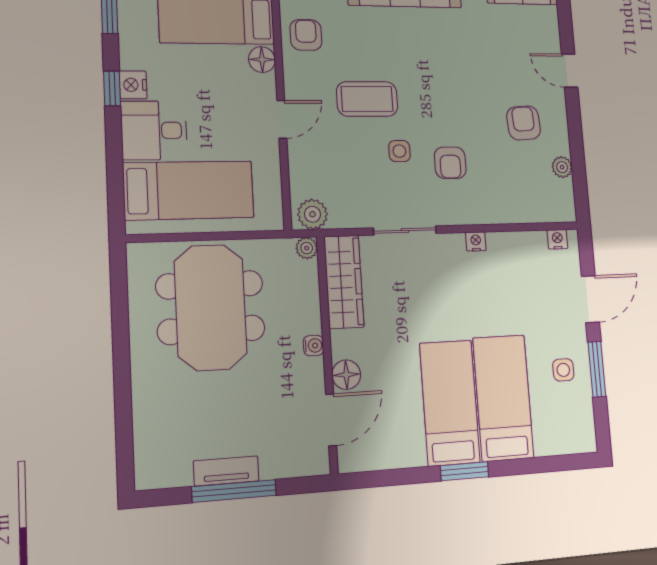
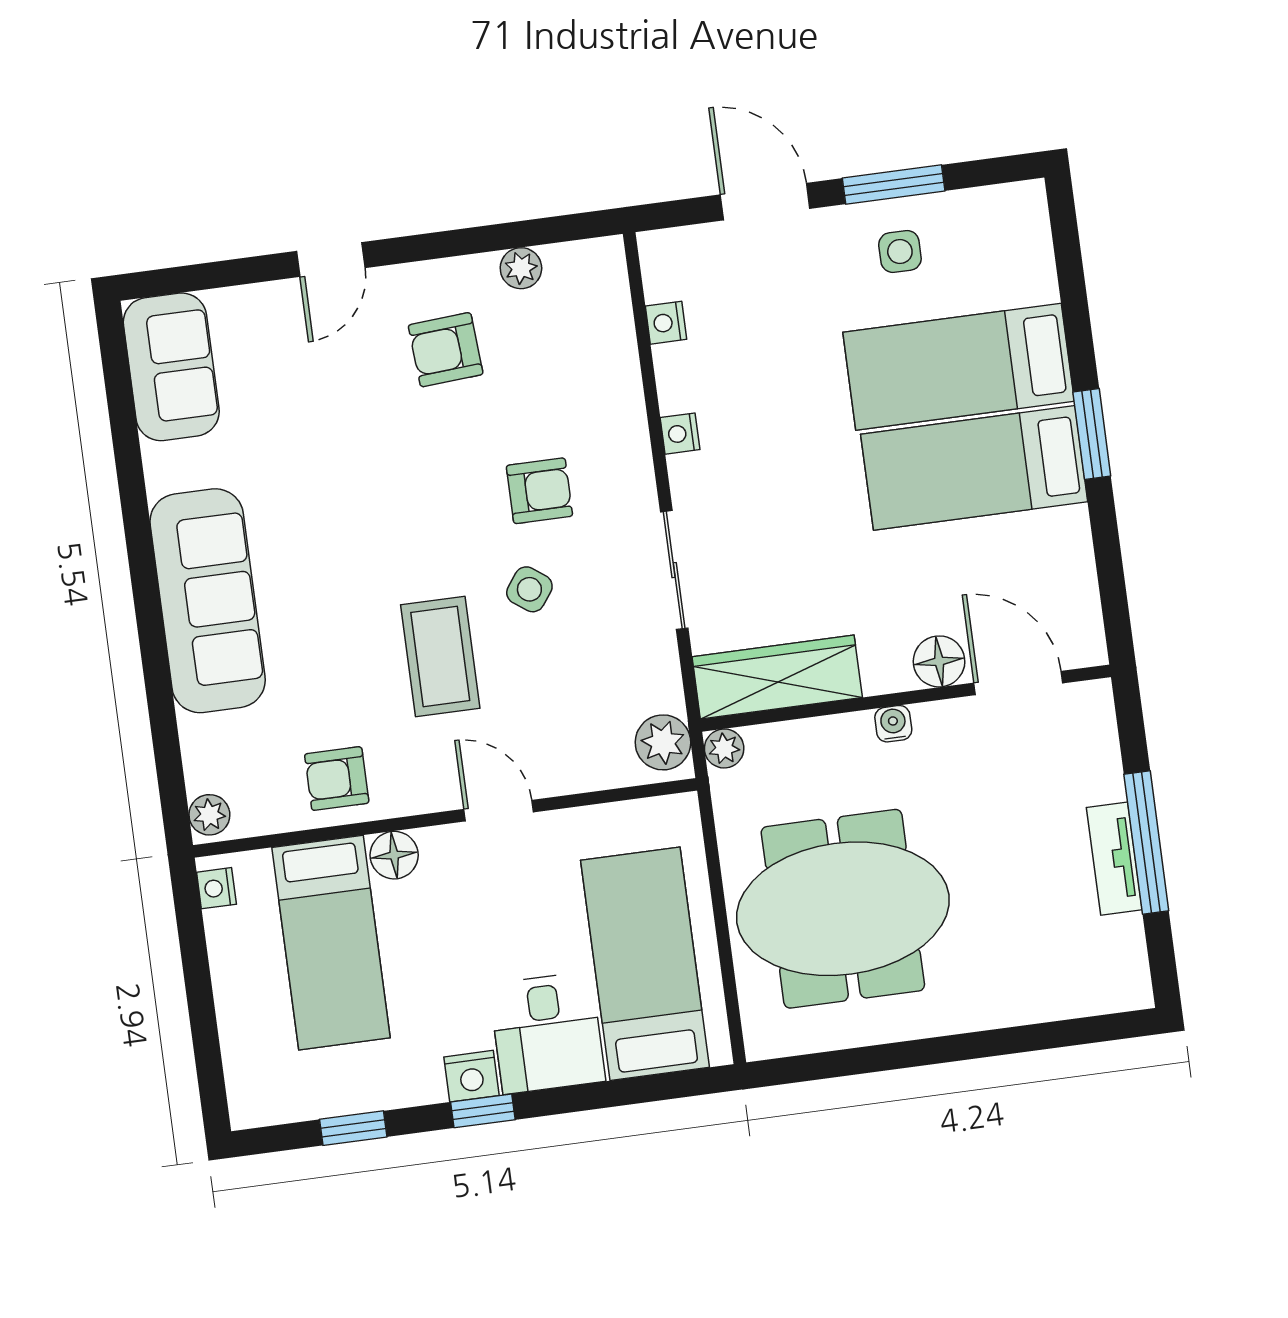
side table: (399, 151) -> (529, 589), turned 36
nightstand: (557, 239) -> (666, 323), moved

